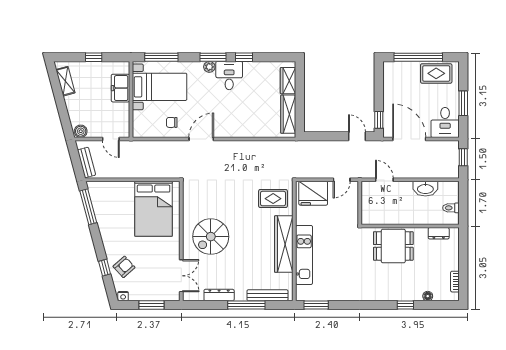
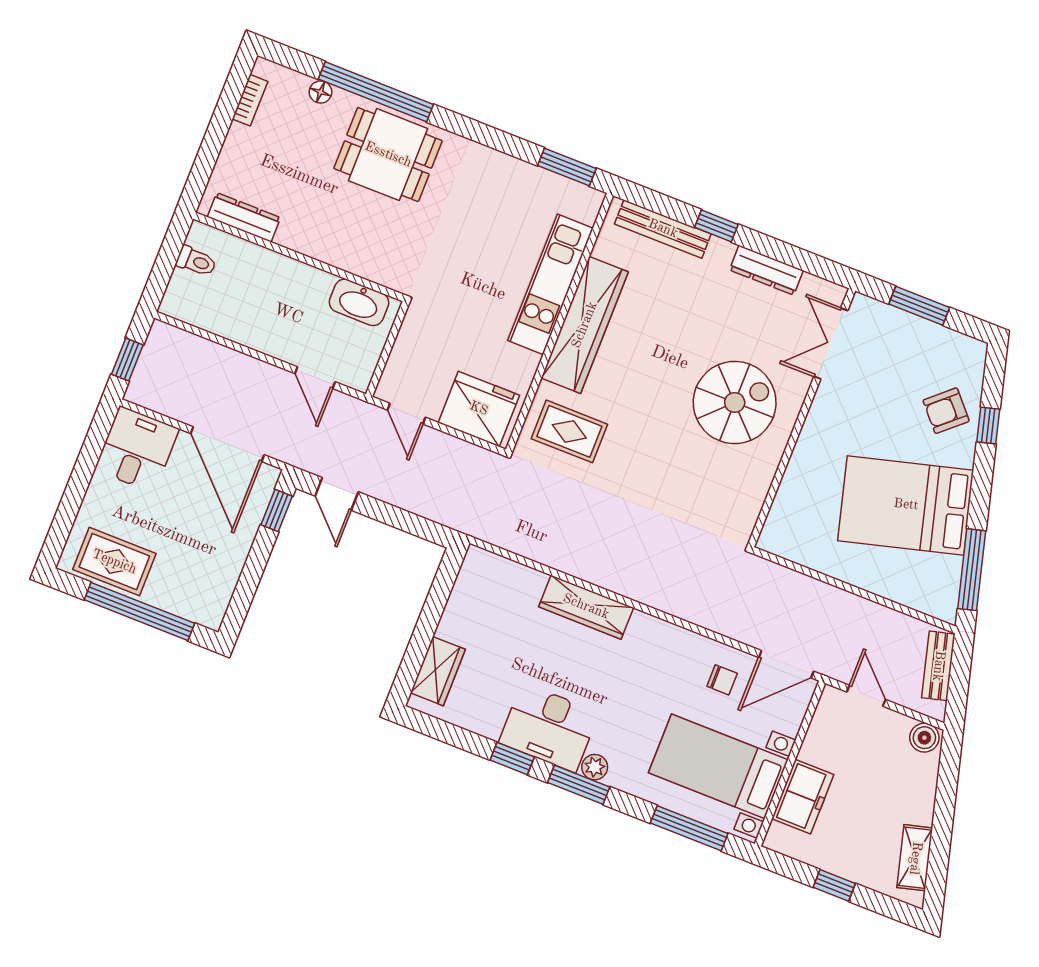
desk: (229, 76) -> (549, 728), width x1.37
window: (463, 103) -> (82, 475), removed
wardrobe: (288, 114) -> (586, 607), moved, turned 90
door: (201, 139) -> (786, 664), moved
door: (342, 180) -> (406, 414), swing flipped
washbasin: (425, 189) -> (359, 302), moved, turned 180
bed: (154, 209) -> (906, 505), moved, turned -105
dresser: (439, 233) -> (244, 217), width x1.44
dining table: (393, 246) -> (388, 155), moved
nightstand: (123, 296) -> (973, 349), removed
window: (246, 305) -> (716, 226), width x0.46
window: (405, 305) -> (376, 92), width x3.17

